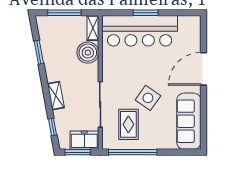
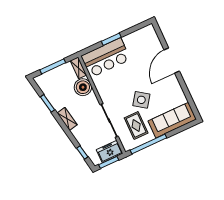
bar counter: (140, 31) -> (106, 58), width x0.73
shelving: (56, 96) -> (67, 119), moved
sofa: (189, 121) -> (172, 120), moved, turned 90

